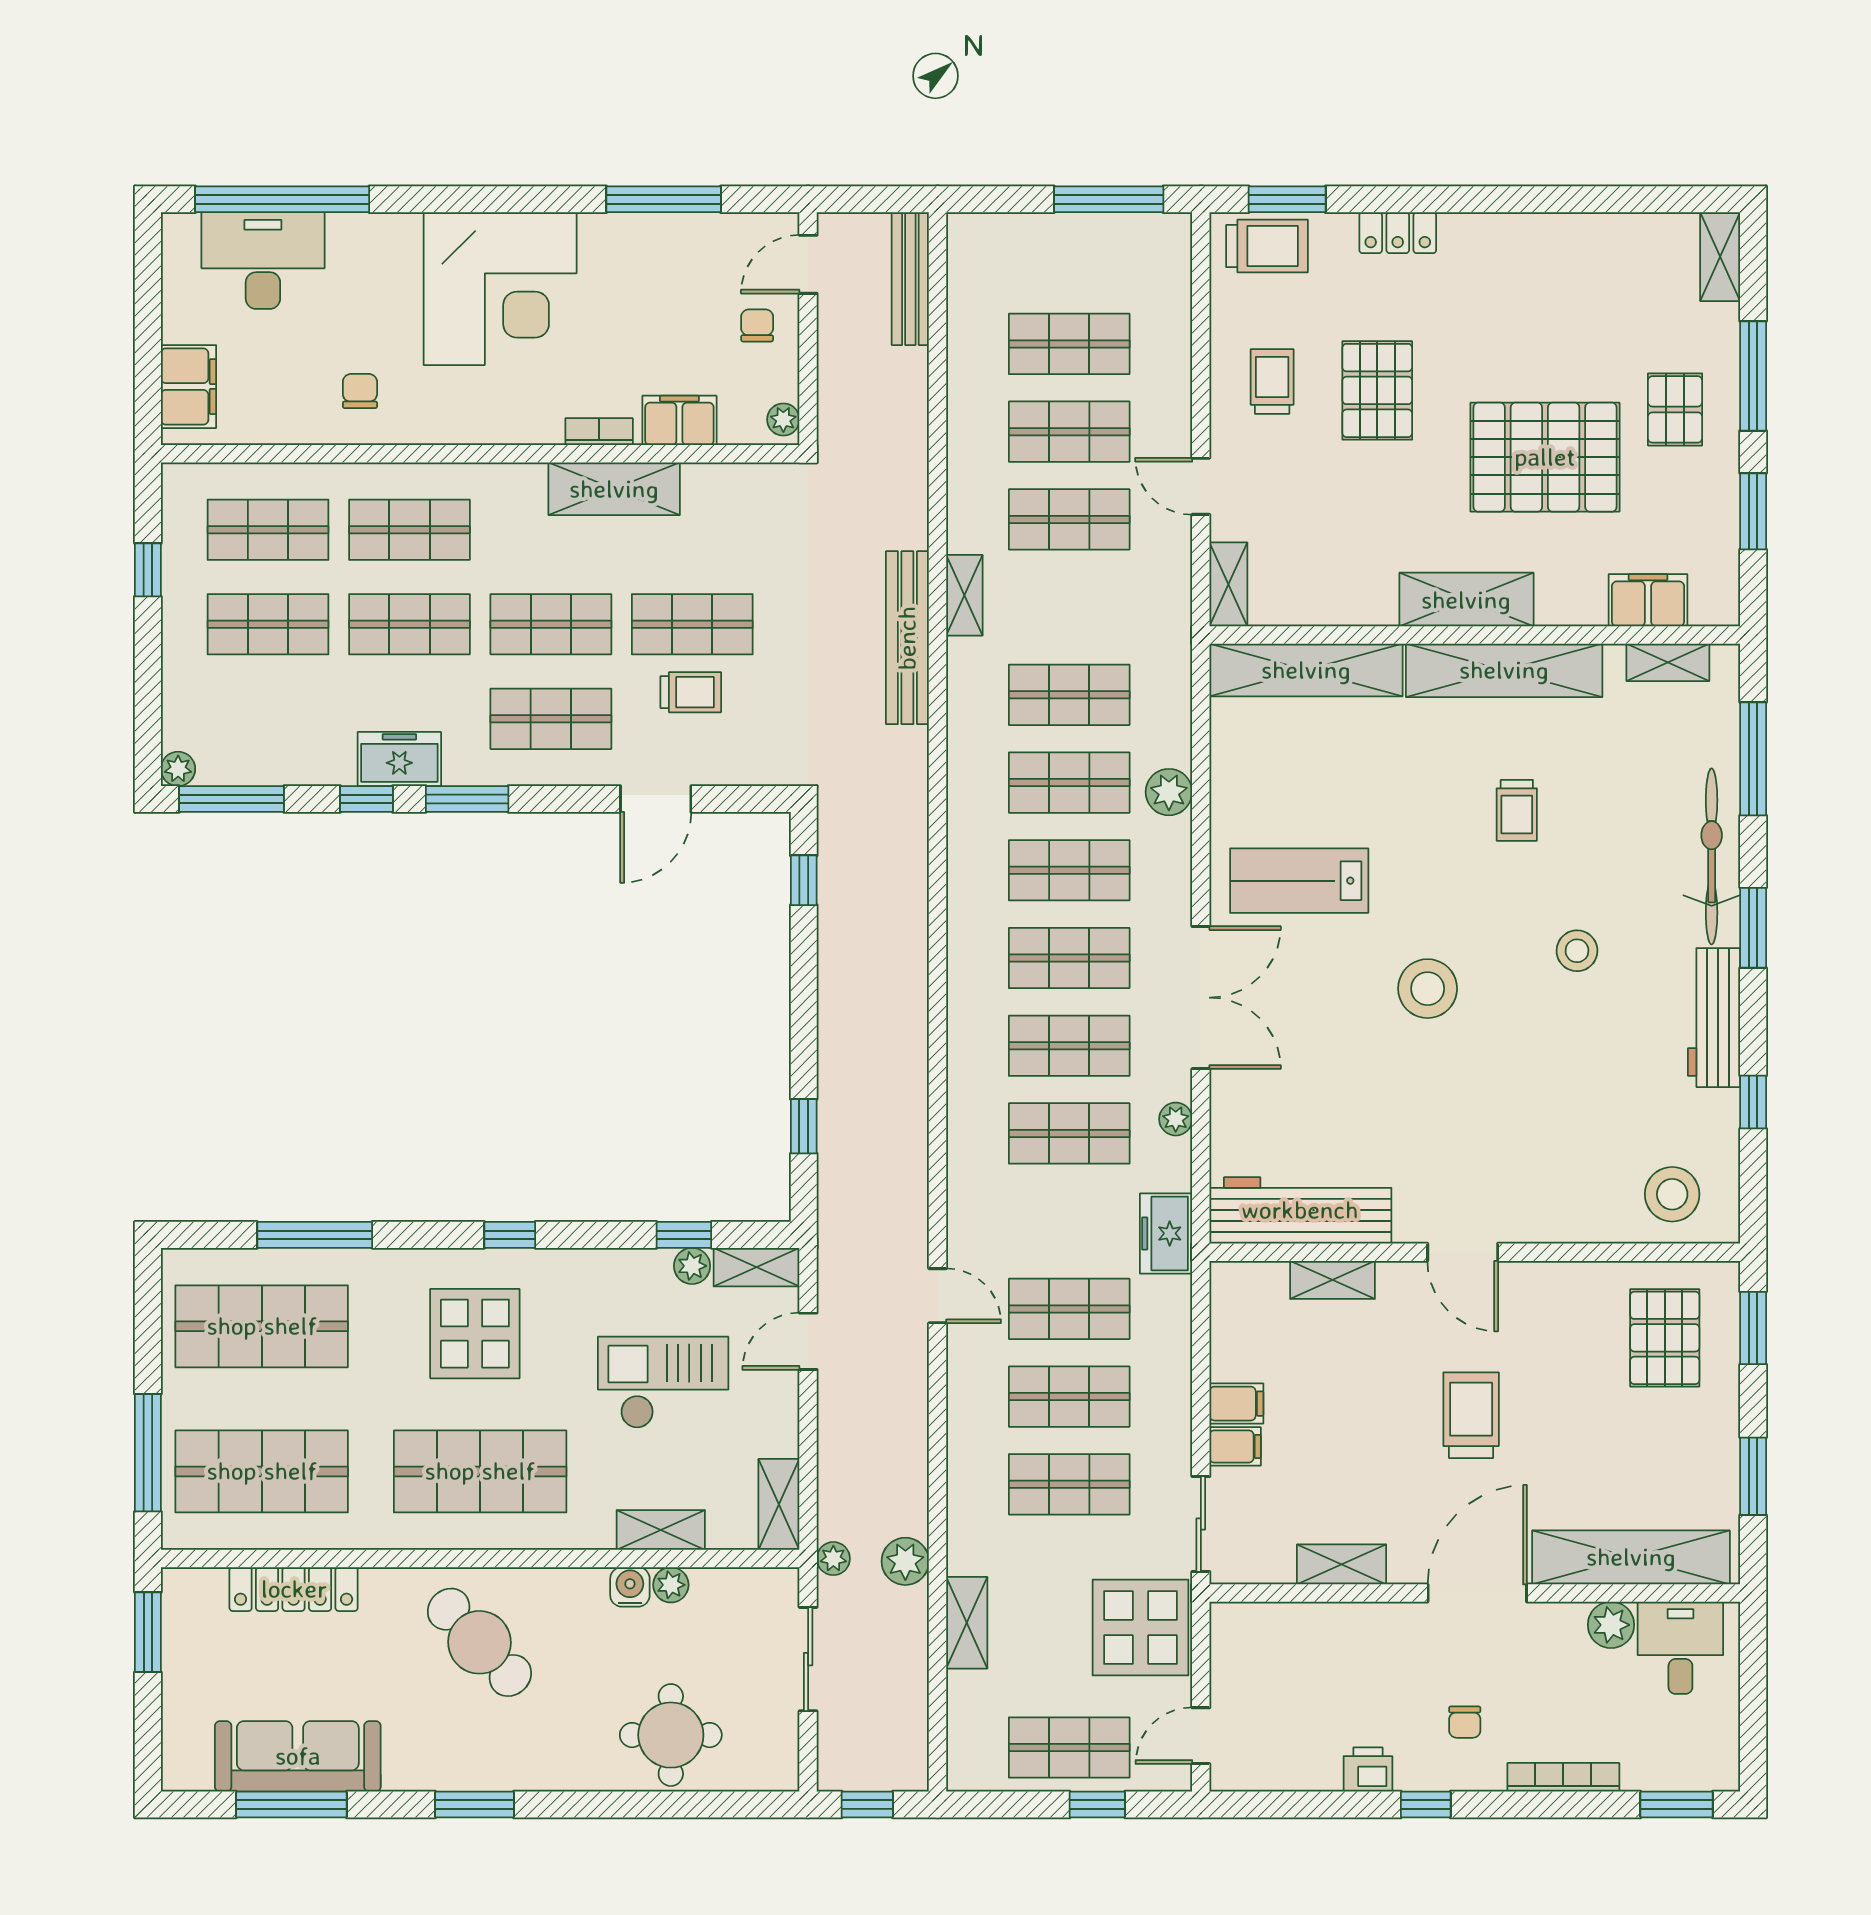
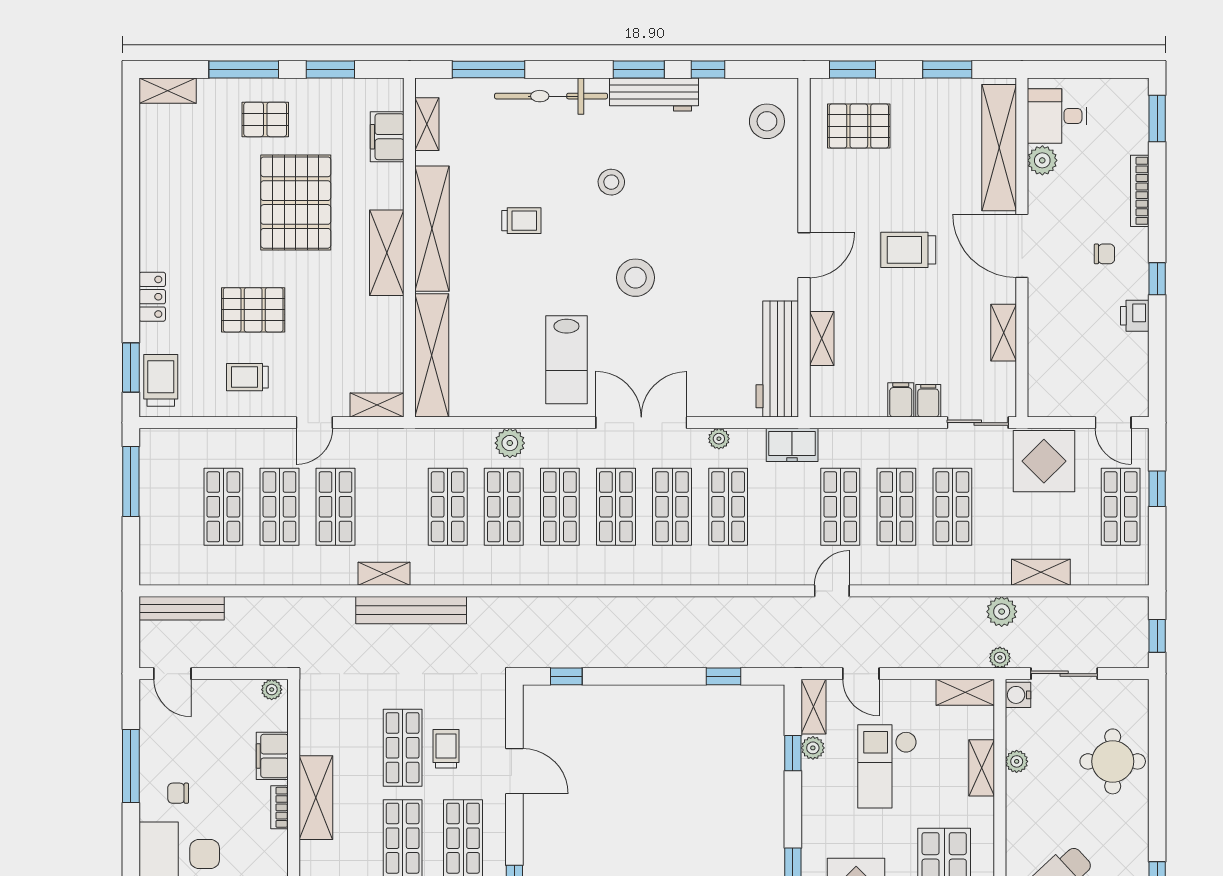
chair: (757, 325) -> (178, 793), moved
window: (1753, 928) -> (639, 70), moved
water cooler: (630, 1587) -> (1018, 695), moved

